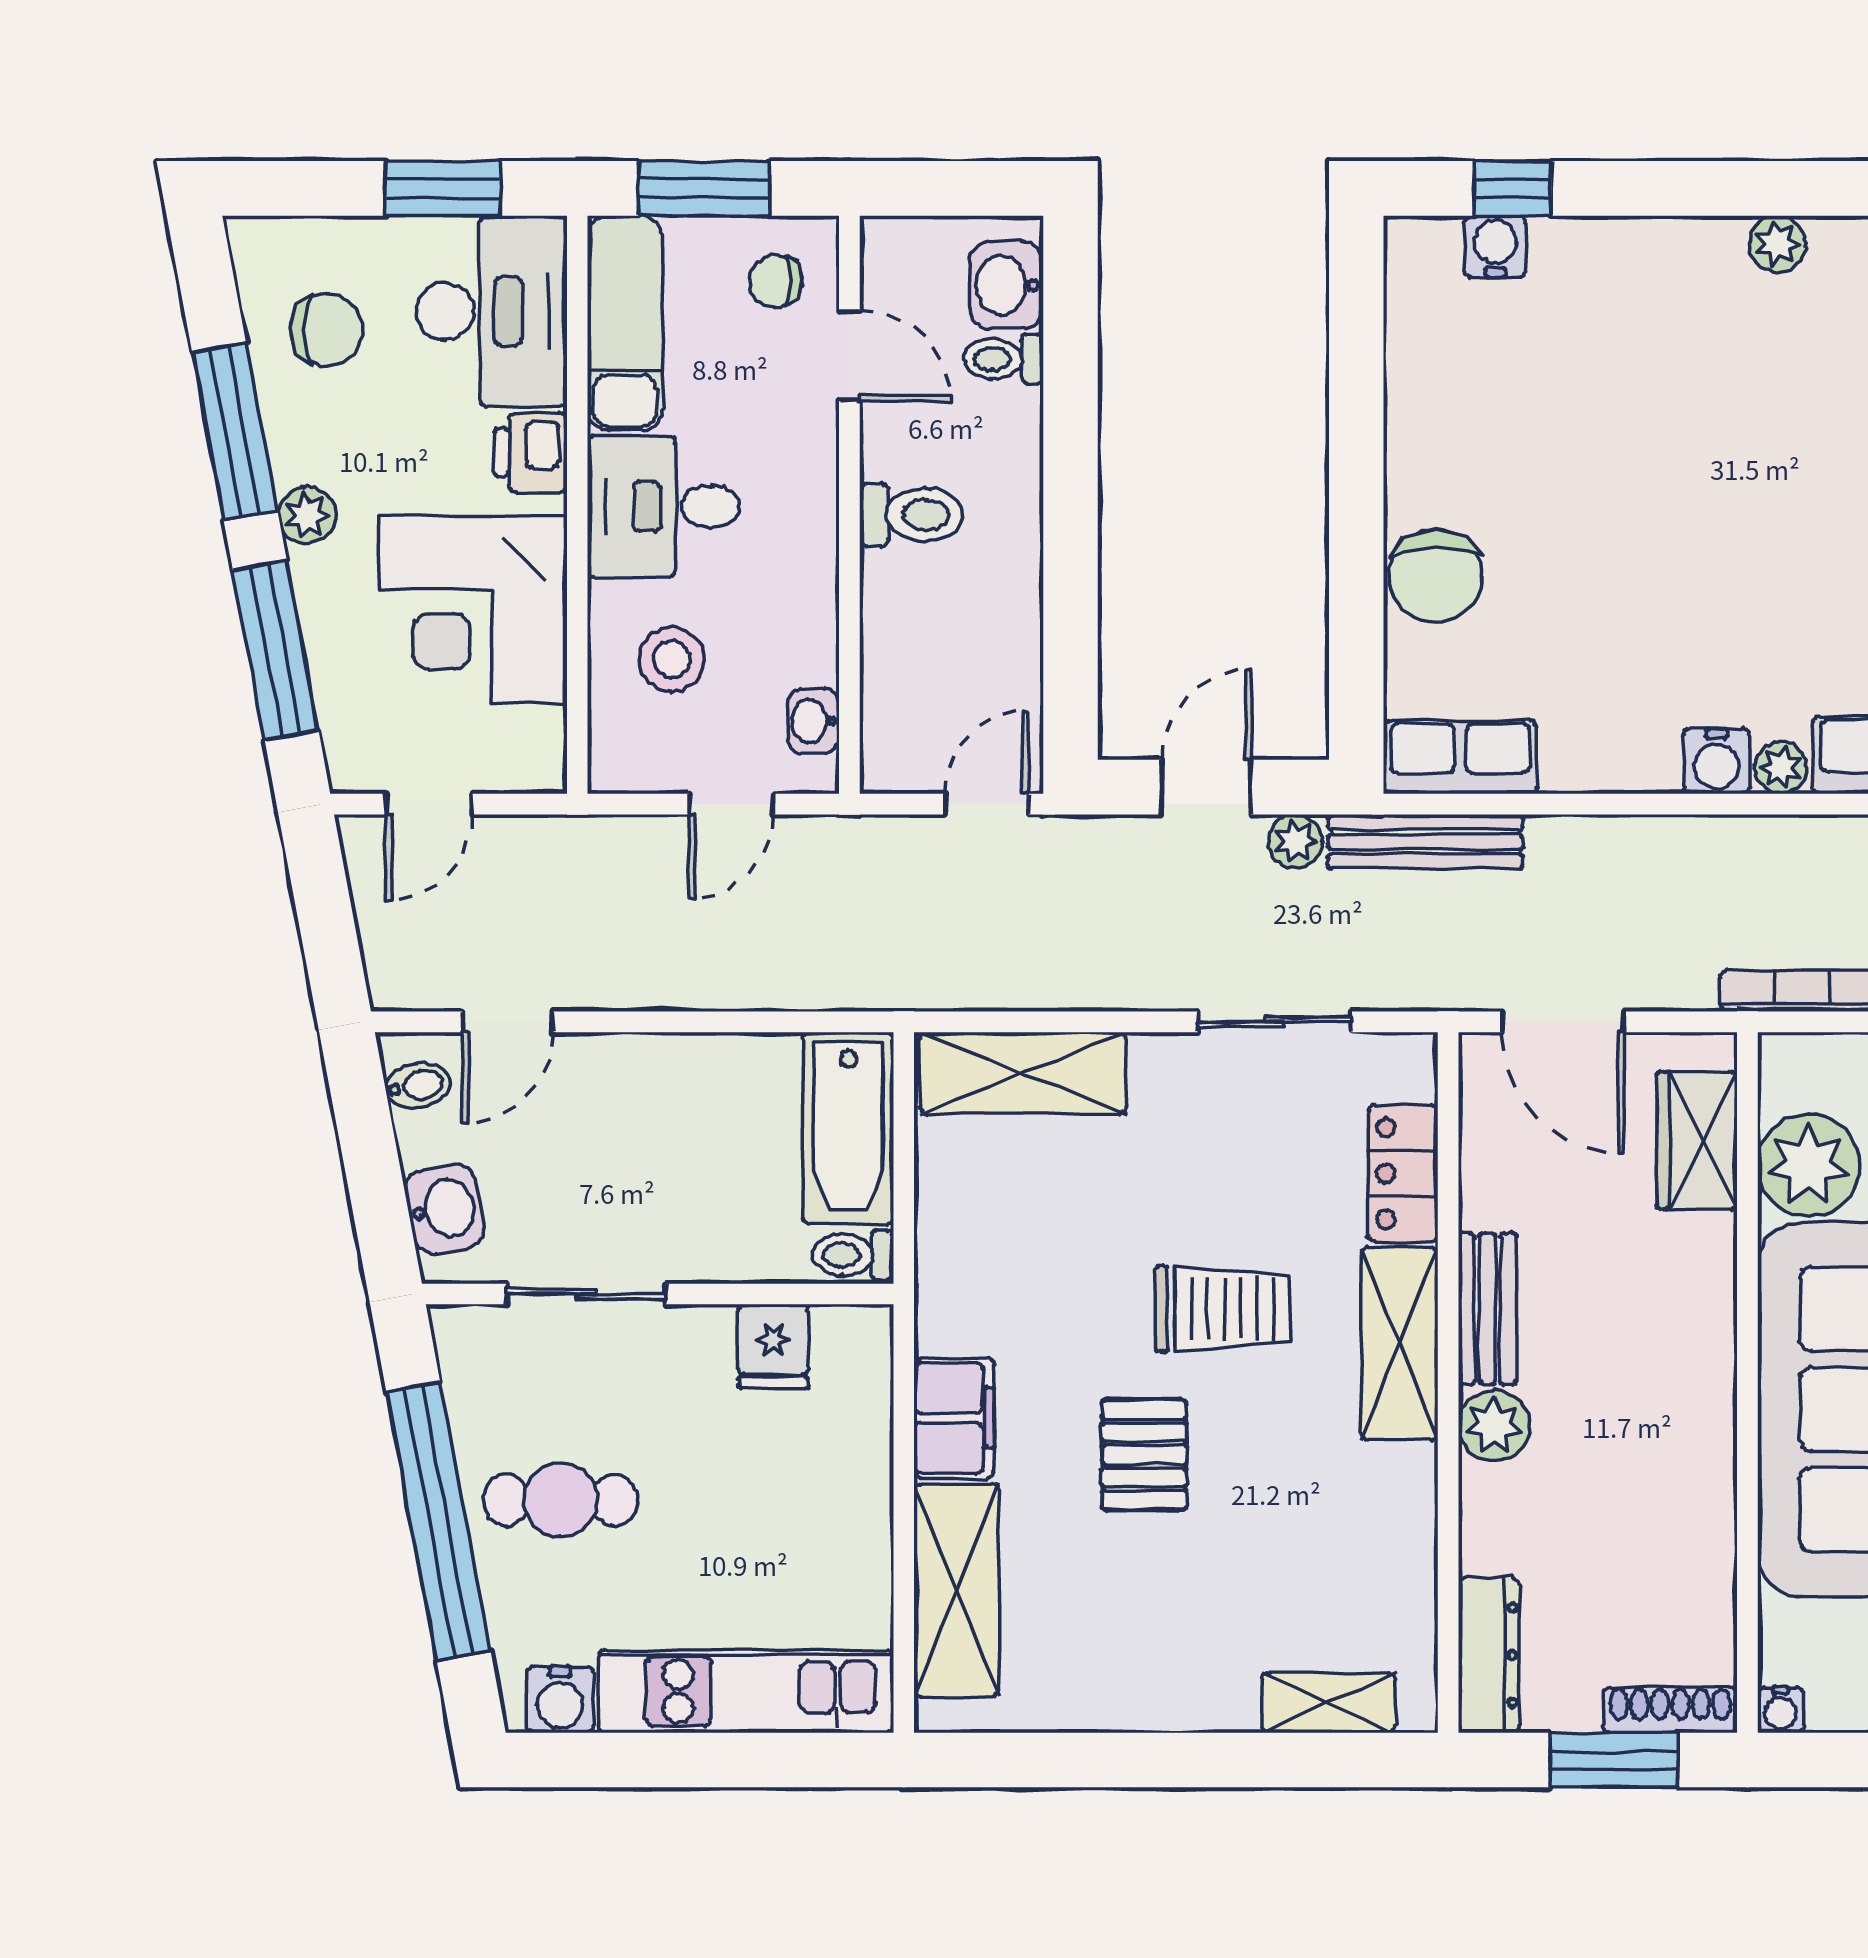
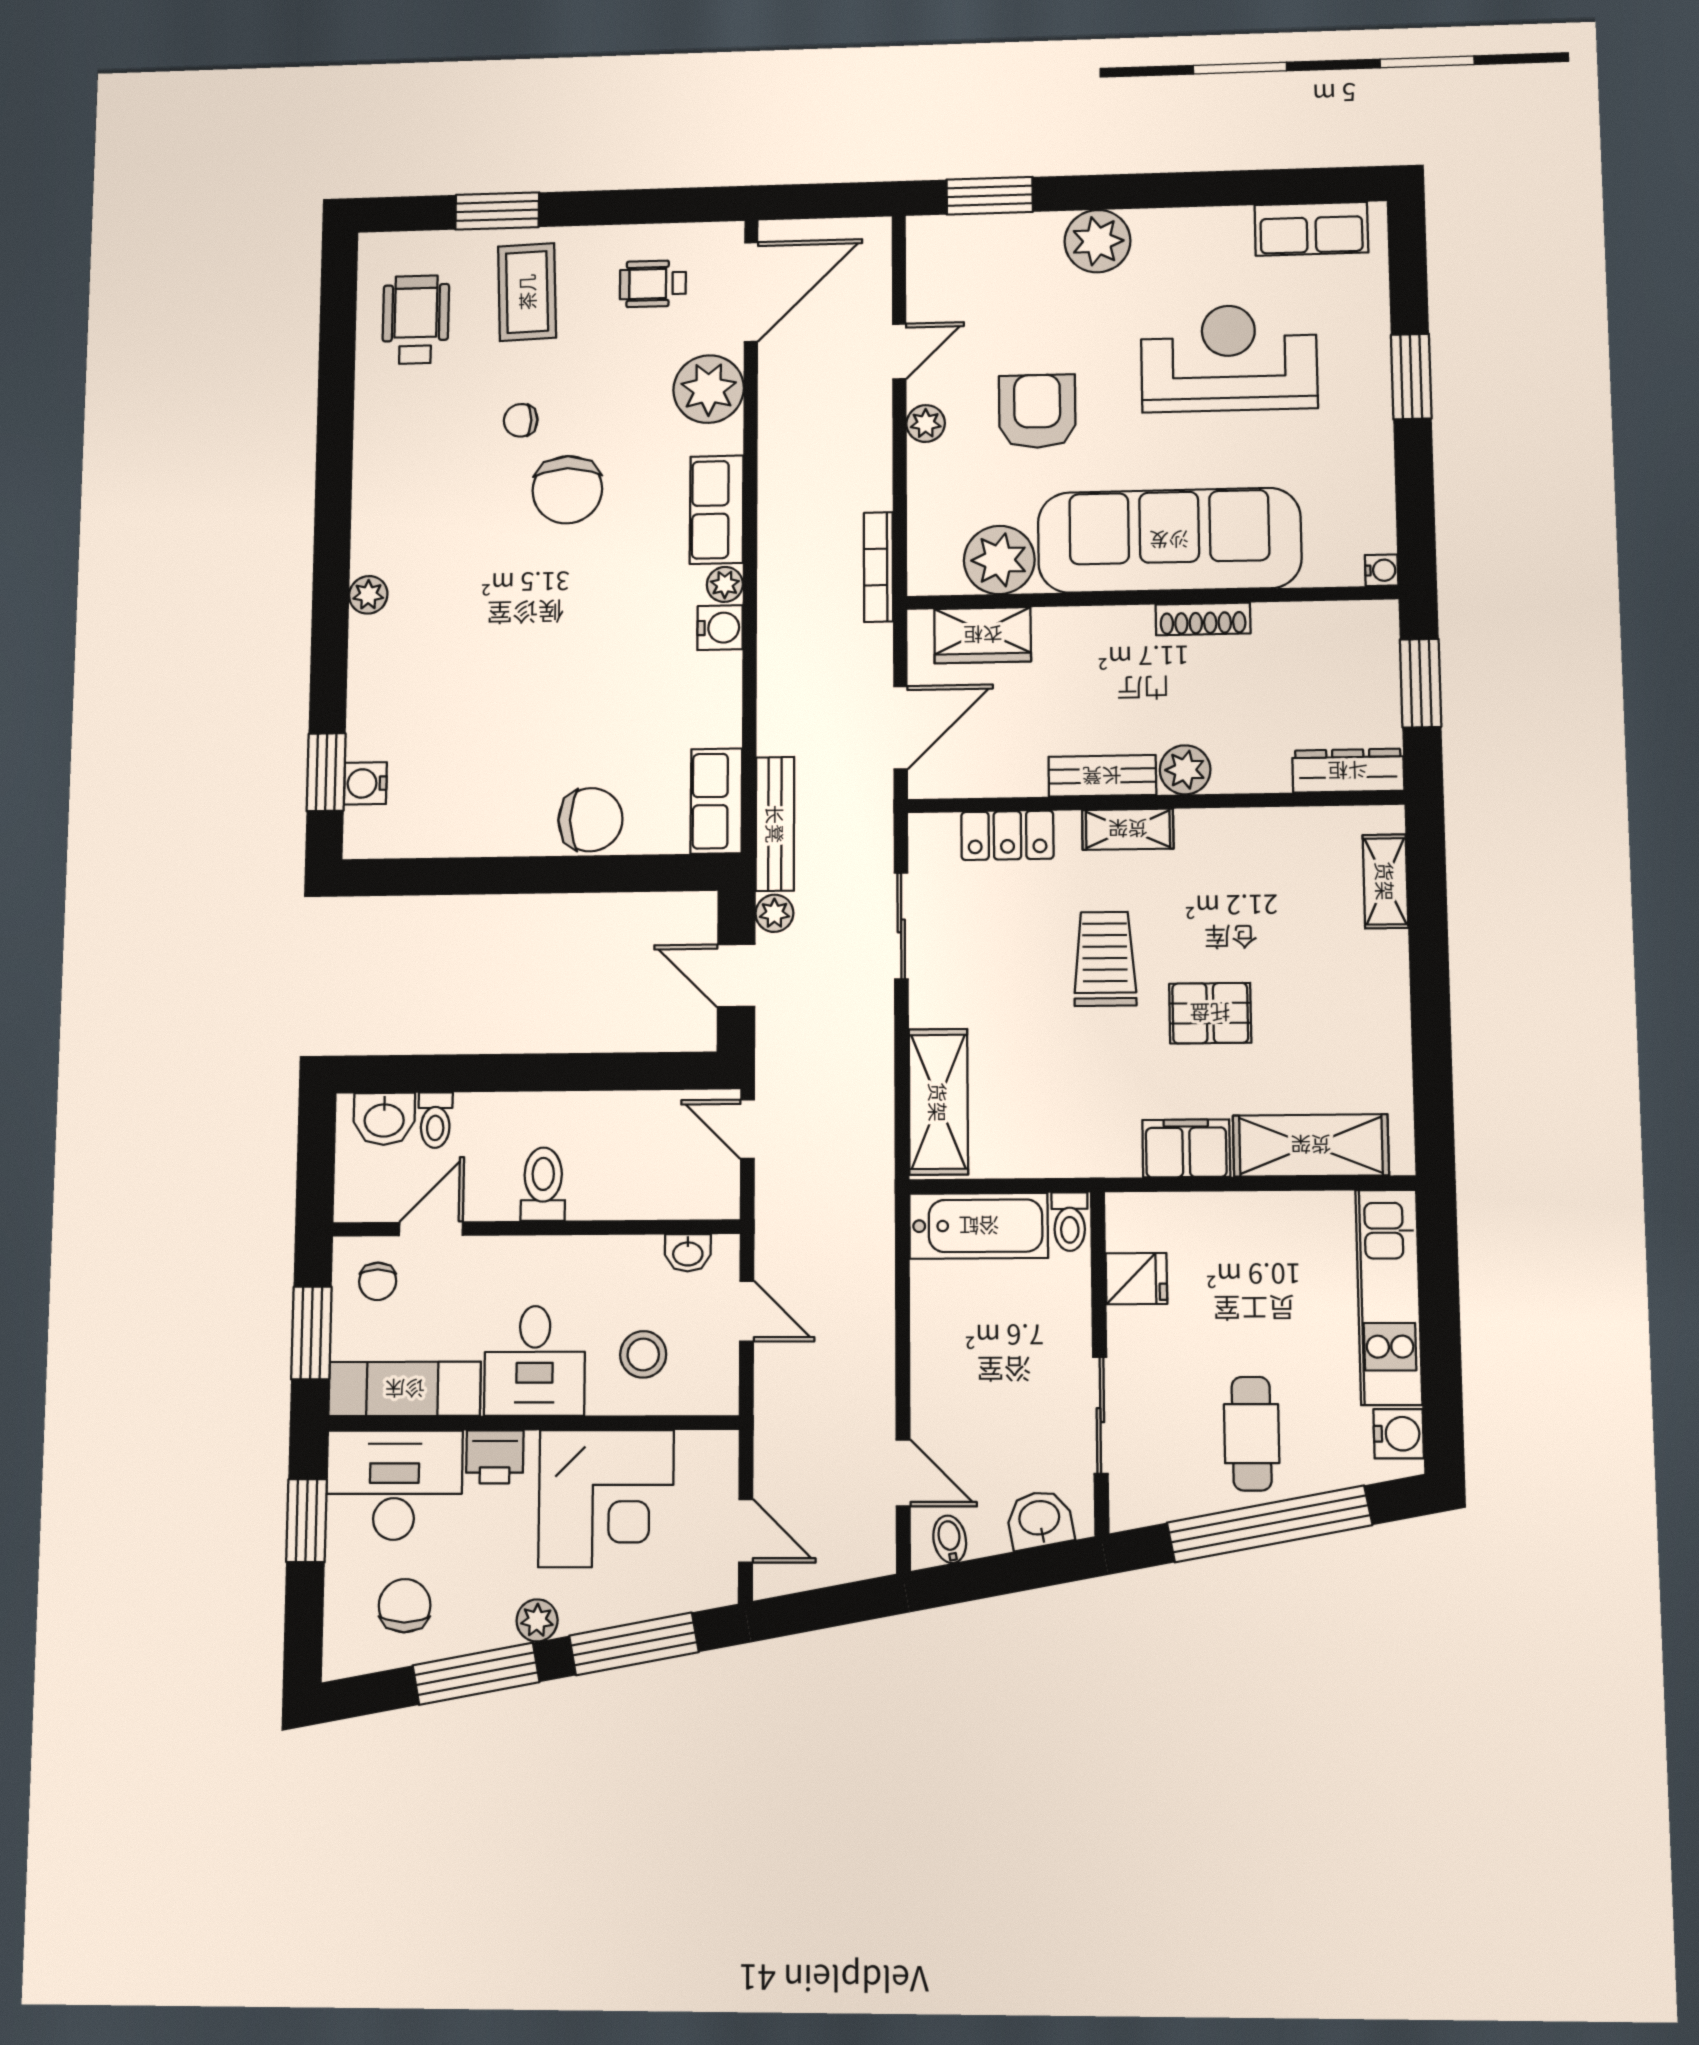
window: (1513, 188) -> (326, 772), width x1.50
shelving: (1399, 1344) -> (1128, 829), width x0.67, depth x0.75
shoe rack: (1670, 1710) -> (1203, 619), moved, turned -90

